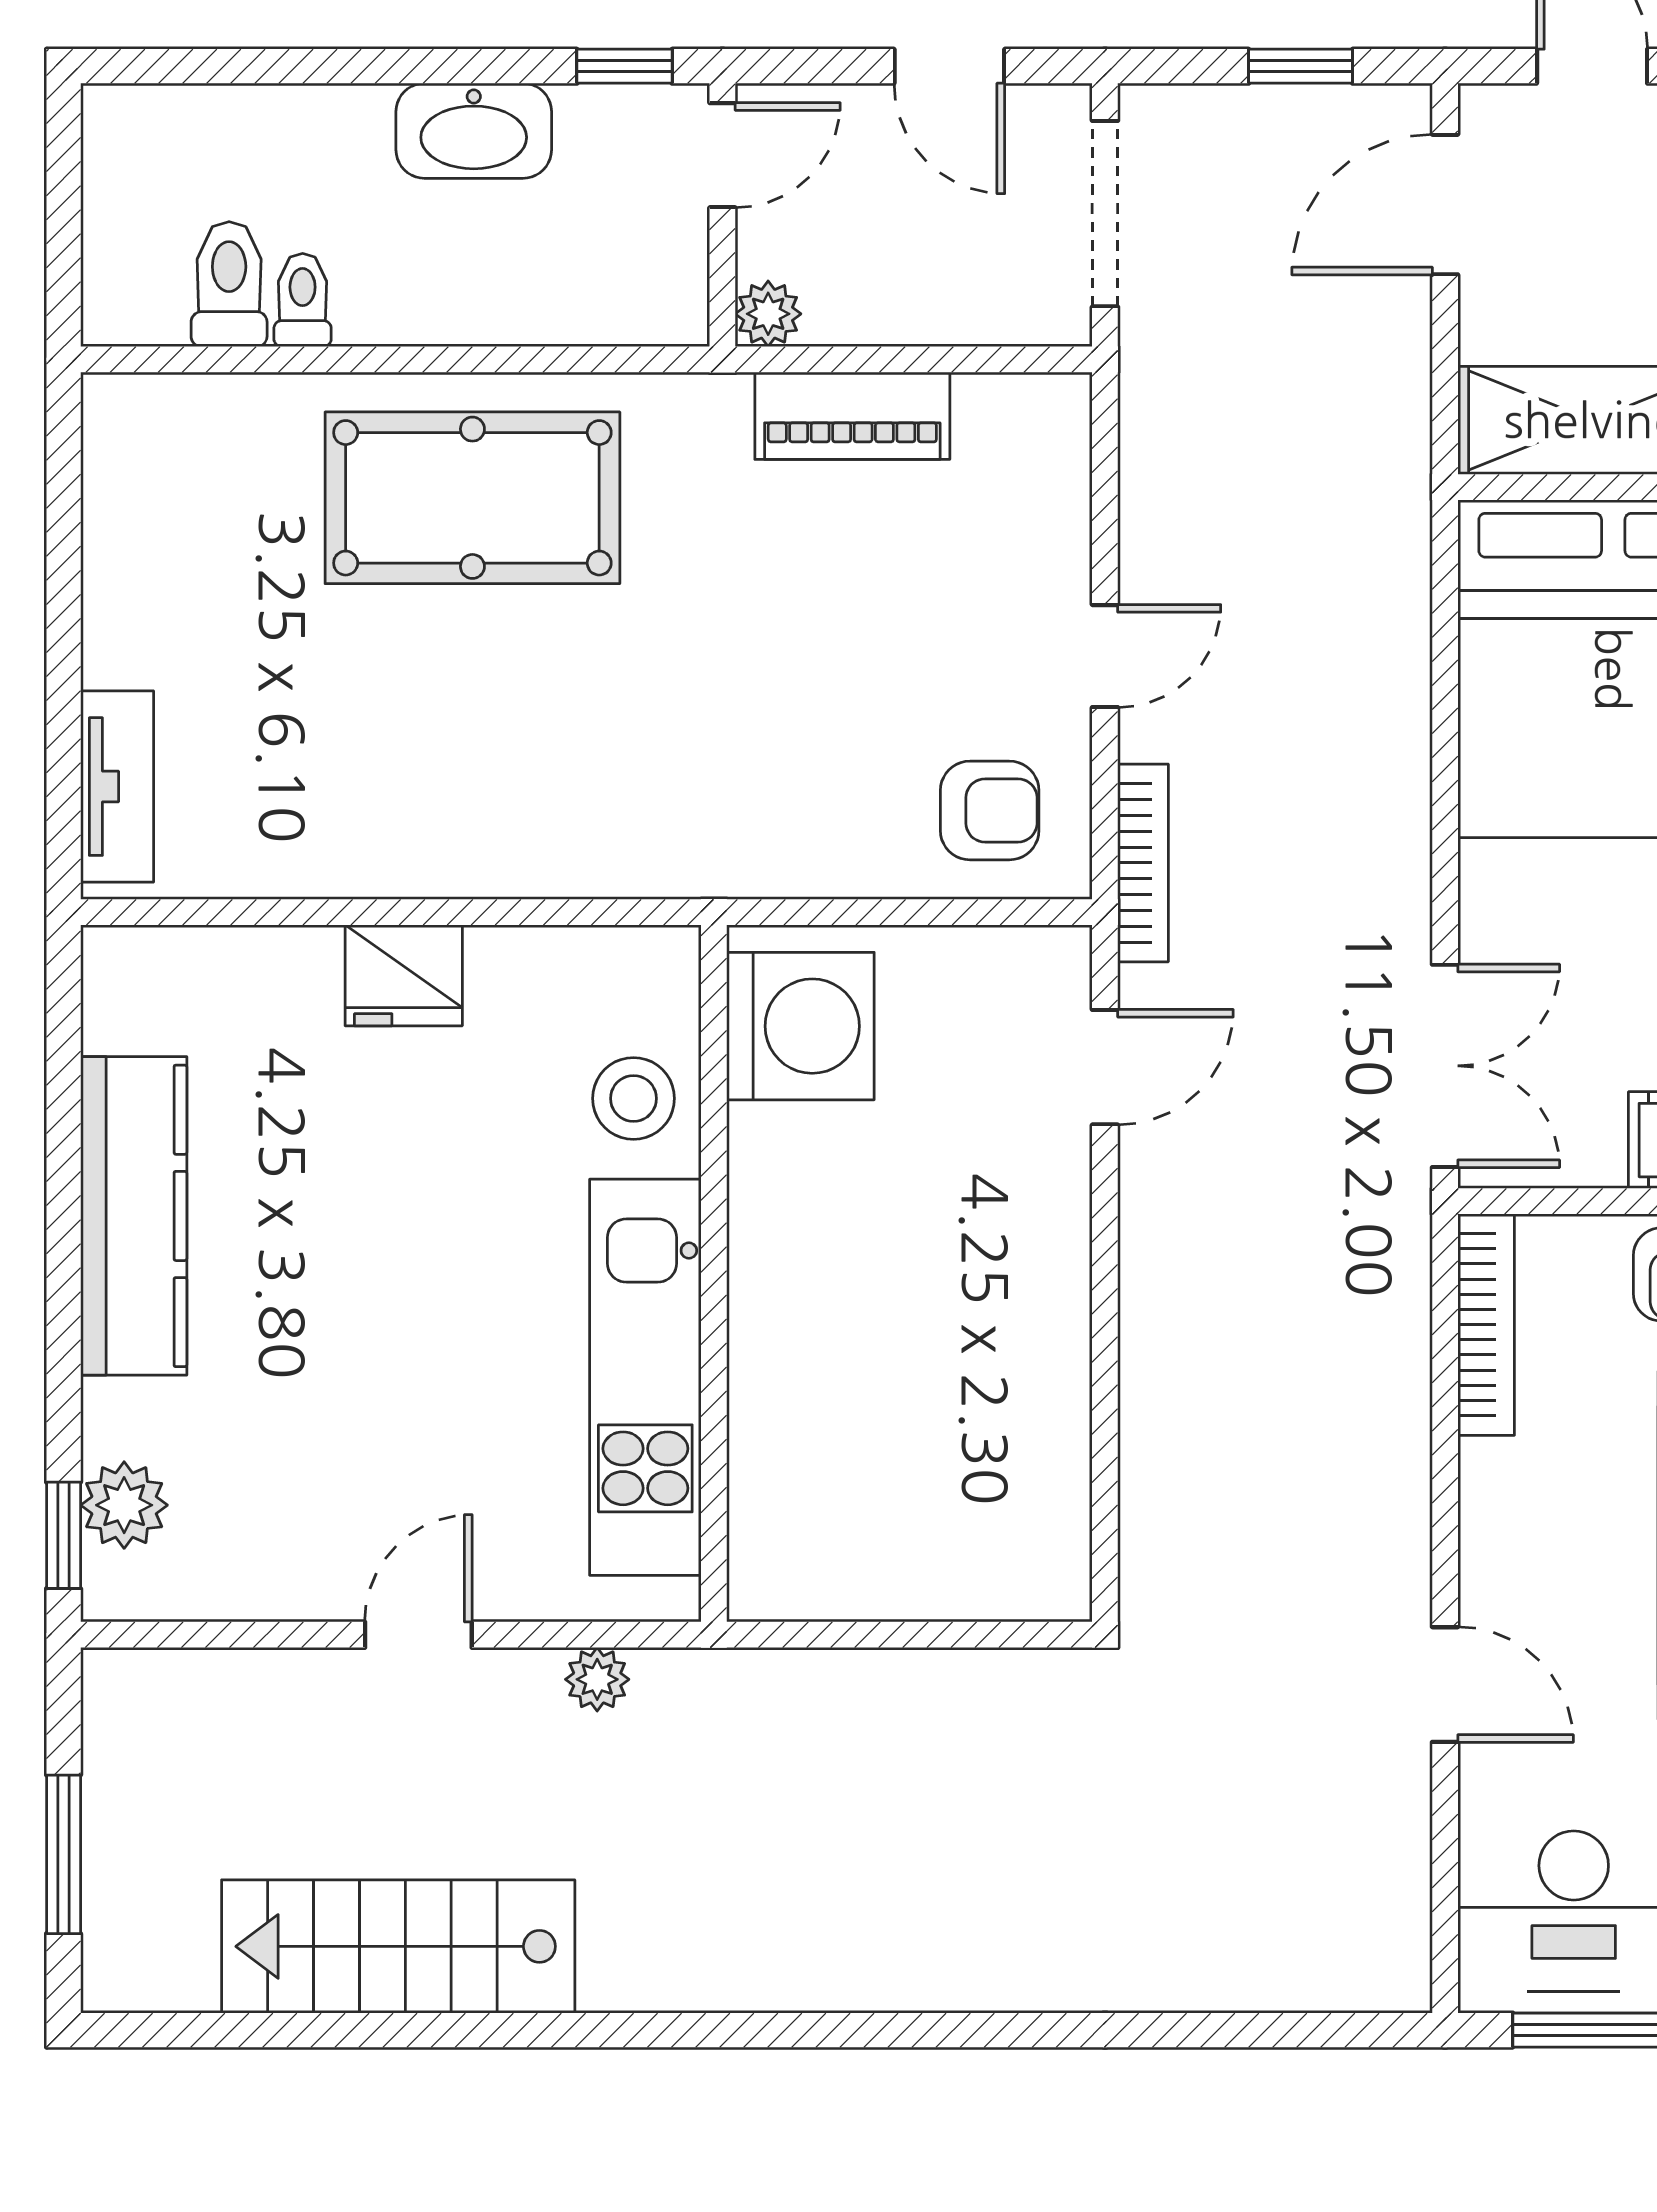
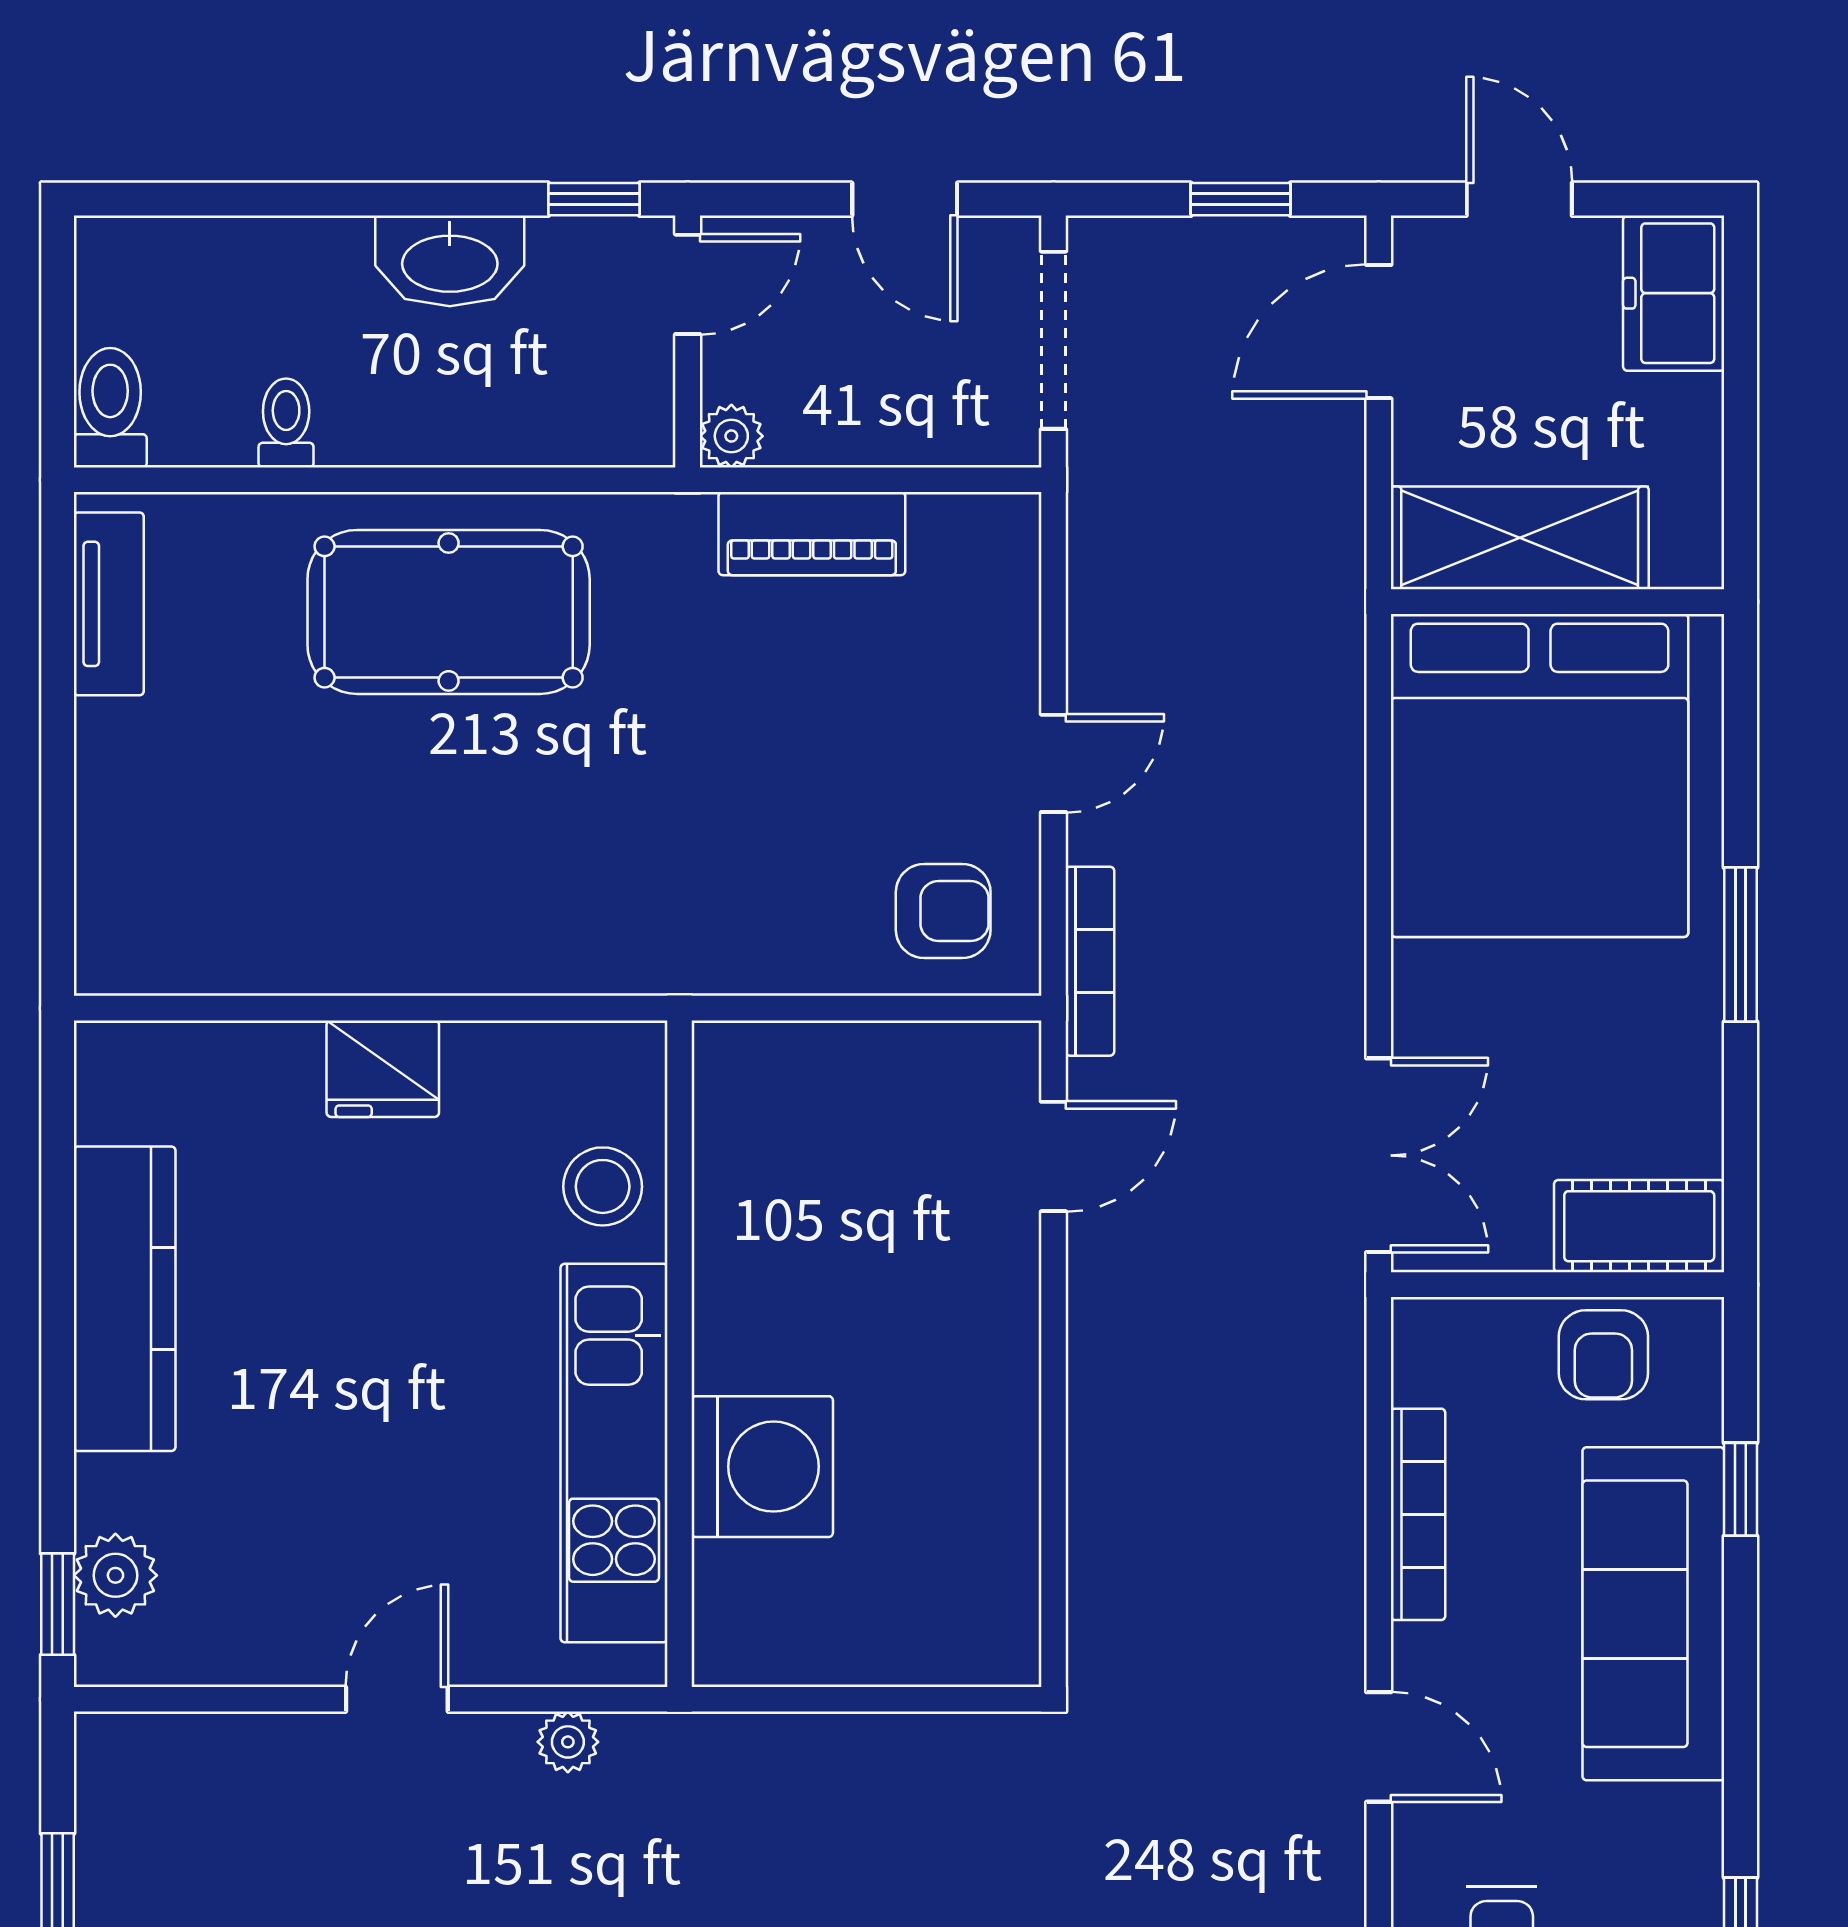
toilet: (229, 284) -> (110, 408), moved
tv unit: (117, 787) -> (109, 604), moved
washing machine: (800, 1026) -> (762, 1467), moved
bookcase: (1486, 1325) -> (1418, 1514), moved

